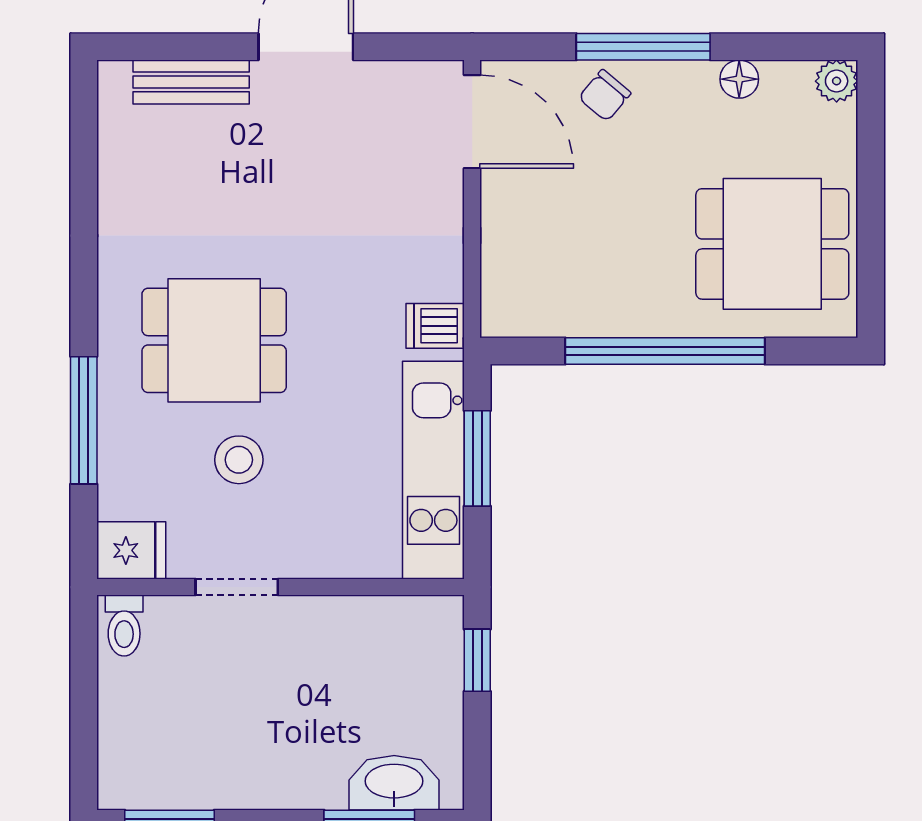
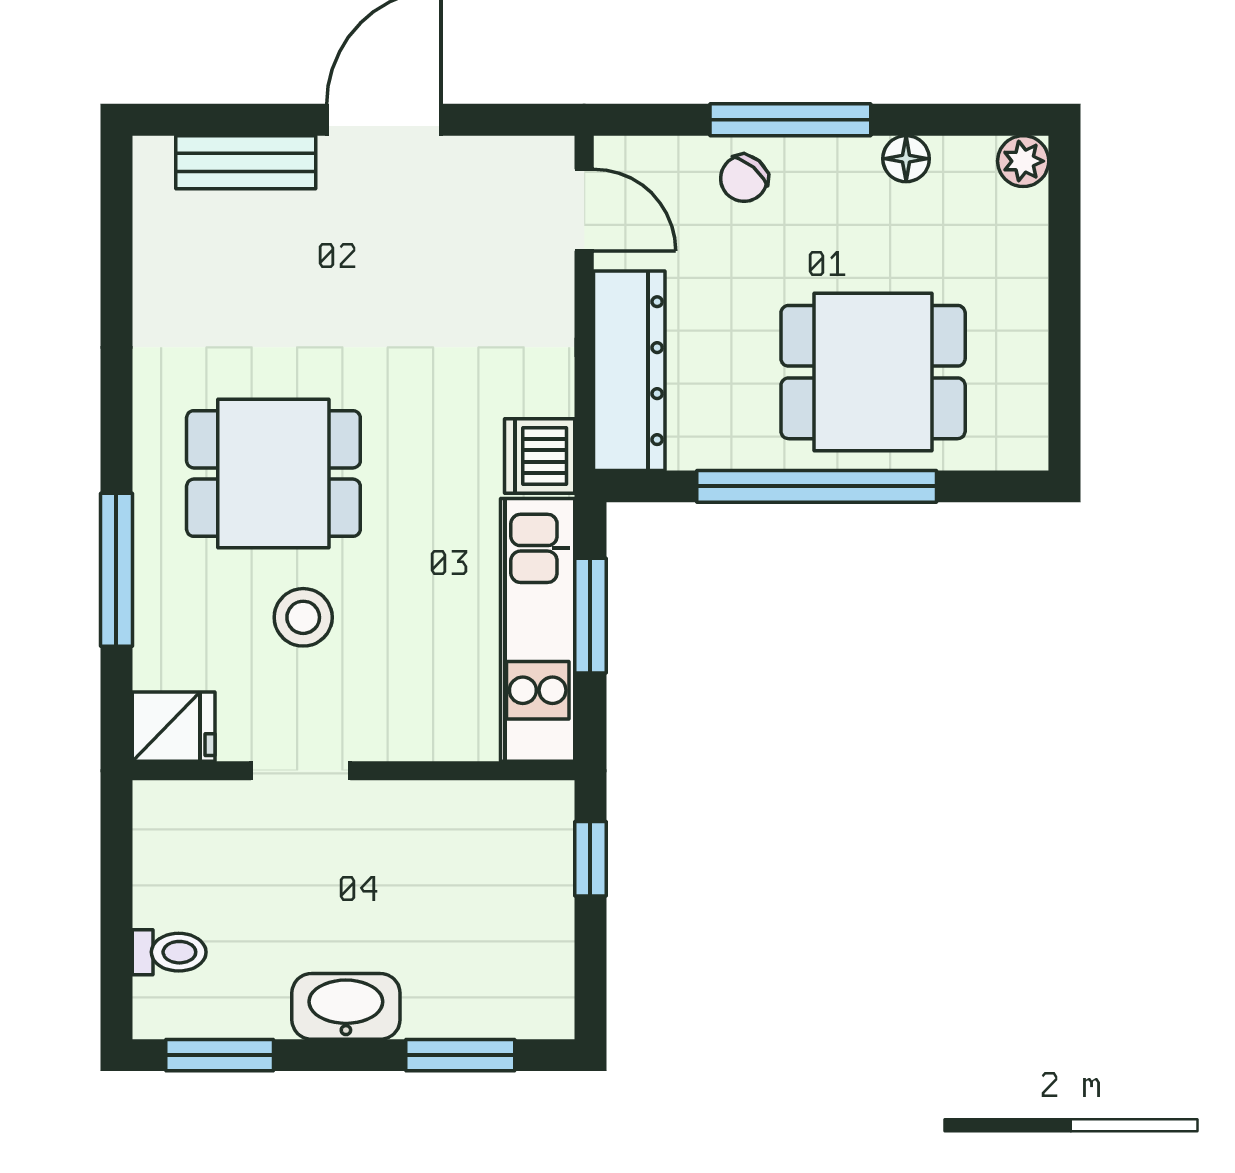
door: (472, 122) -> (584, 210), width x0.73
dining table: (772, 244) -> (873, 372), moved
dresser: (510, 255) -> (629, 371), added
dishwasher: (435, 326) -> (540, 456), width x1.38
toilet: (124, 626) -> (169, 952), moved, turned -90
washbasin: (394, 783) -> (346, 1006), moved

